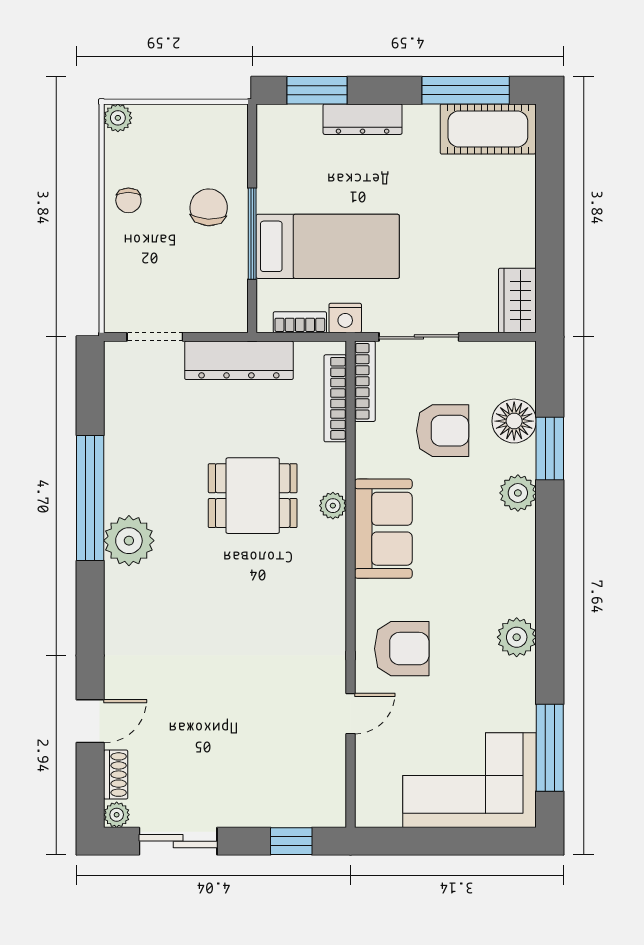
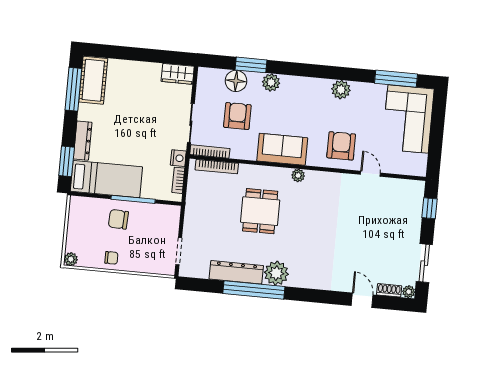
bed: (328, 246) -> (106, 179), moved, turned 90
dresser: (239, 360) -> (236, 272), moved, turned -90
plant: (333, 506) -> (298, 175), moved

